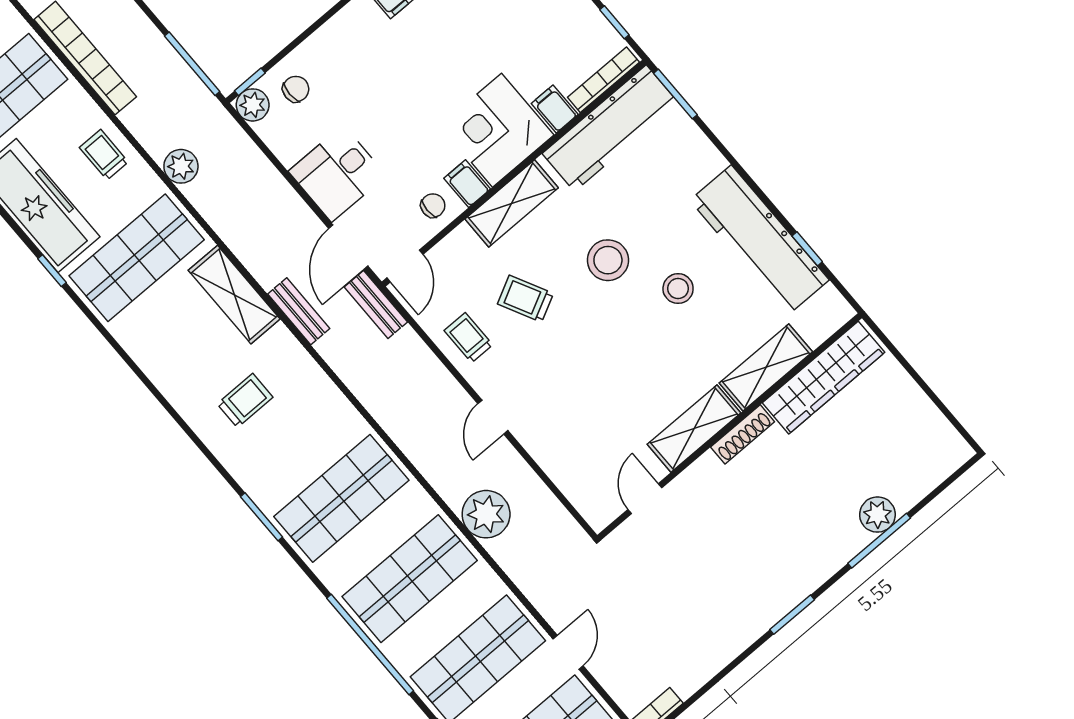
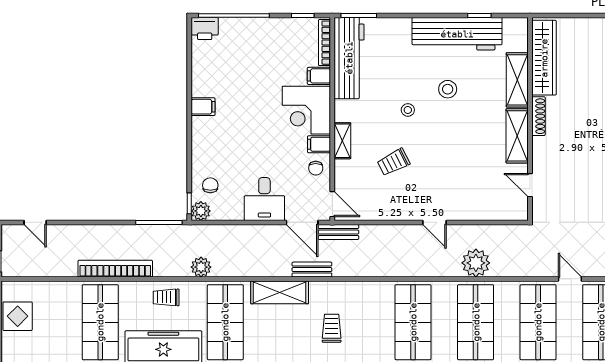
shelving: (512, 203) -> (342, 141), width x0.67, depth x0.75
chair: (433, 206) -> (316, 168), turned 180
stool: (608, 260) -> (408, 110), width x0.53, depth x0.53
trolley: (468, 338) -> (389, 203), removed

